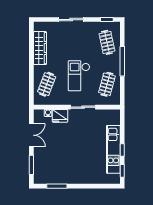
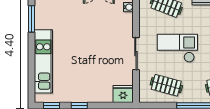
fridge: (60, 116) -> (123, 94), moved, turned 90
kitchen unit: (113, 149) -> (43, 61), moved, turned 90

